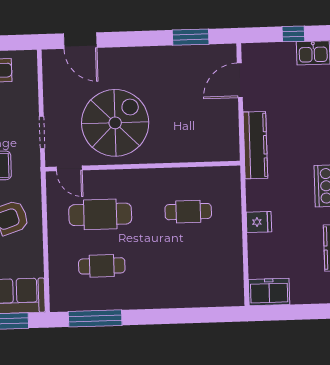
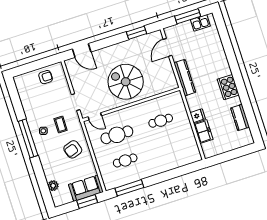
window: (293, 34) -> (188, 16), width x2.17
spiral stairs: (115, 123) -> (126, 82), moved, turned -90
freezer: (269, 292) -> (203, 132), moved, turned 90

